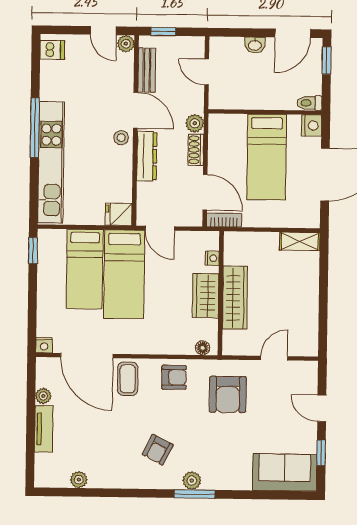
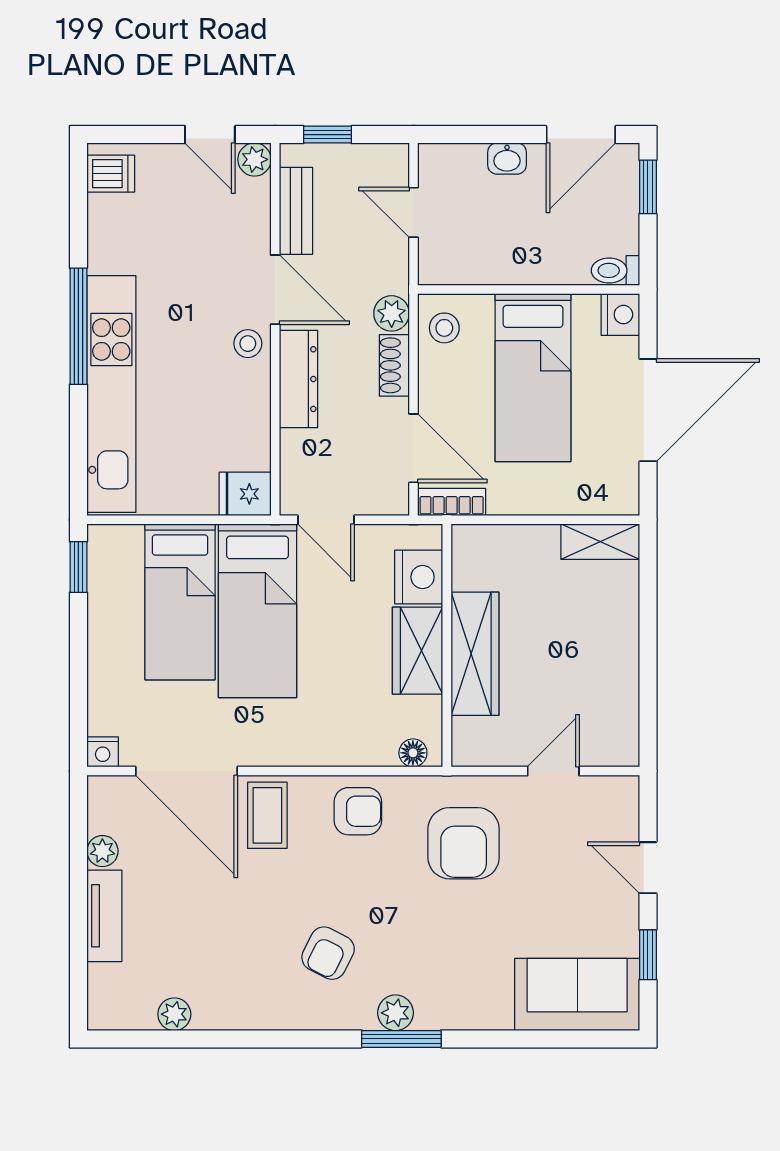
stool: (222, 131) -> (444, 328), added
nightstand: (212, 258) -> (419, 577), width x1.89, depth x1.79

